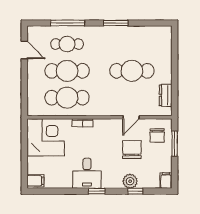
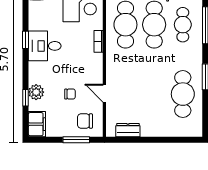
cafe table: (132, 71) -> (183, 94), moved
chair: (132, 150) -> (70, 94), width x0.54, depth x0.54
filing cabinet: (166, 181) -> (37, 124), width x2.00
window: (97, 191) -> (26, 40), moved

